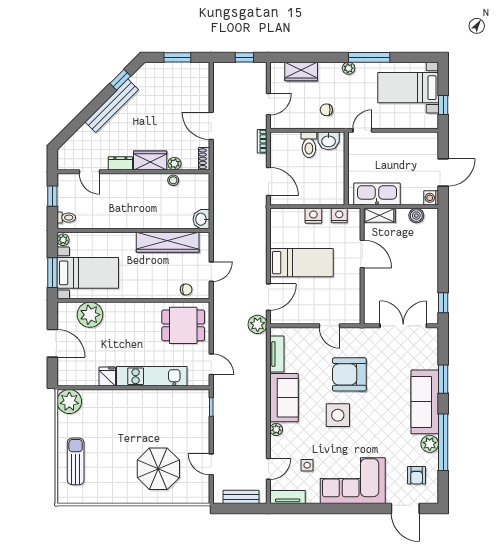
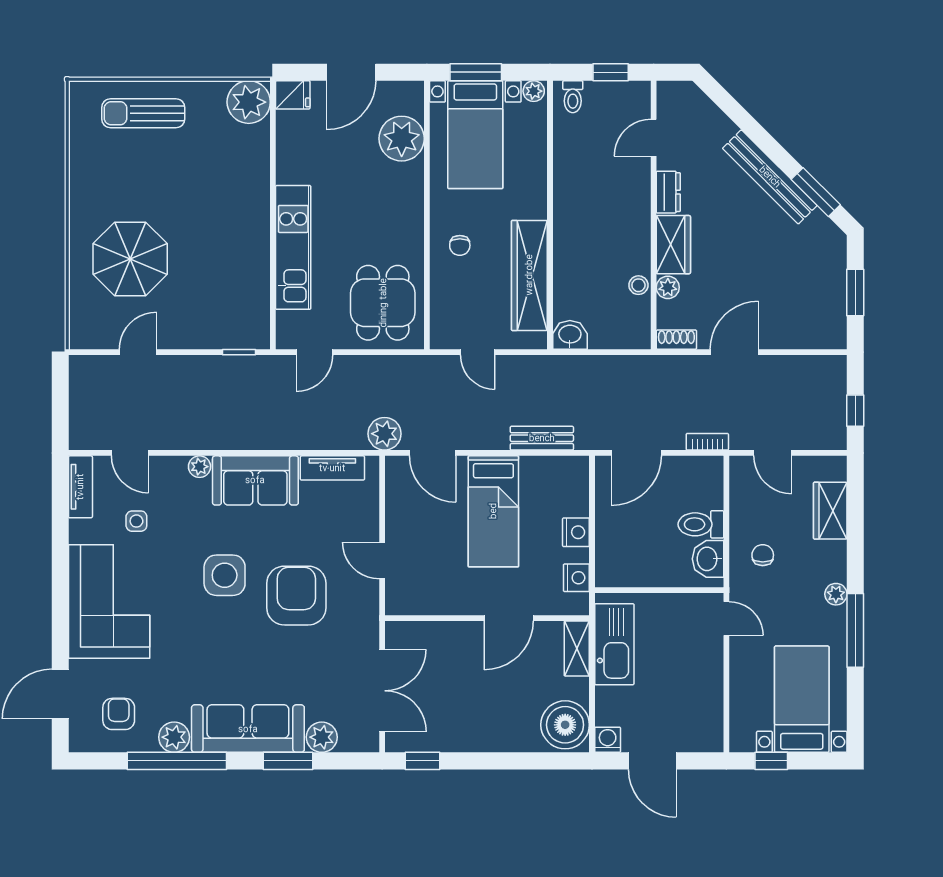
window: (120, 80) -> (816, 192), width x1.50
boiler: (416, 216) -> (565, 725), width x1.86, depth x1.86
chair: (186, 289) -> (460, 245), moved
door: (329, 326) -> (382, 561), hinge flipped
plant: (430, 360) -> (322, 737), added
fridge: (107, 376) -> (293, 95), moved
sun lounger: (76, 461) -> (143, 113), turned 180
armchair: (417, 475) -> (119, 714), turned 90
bench: (241, 497) -> (542, 438), moved, turned 90

